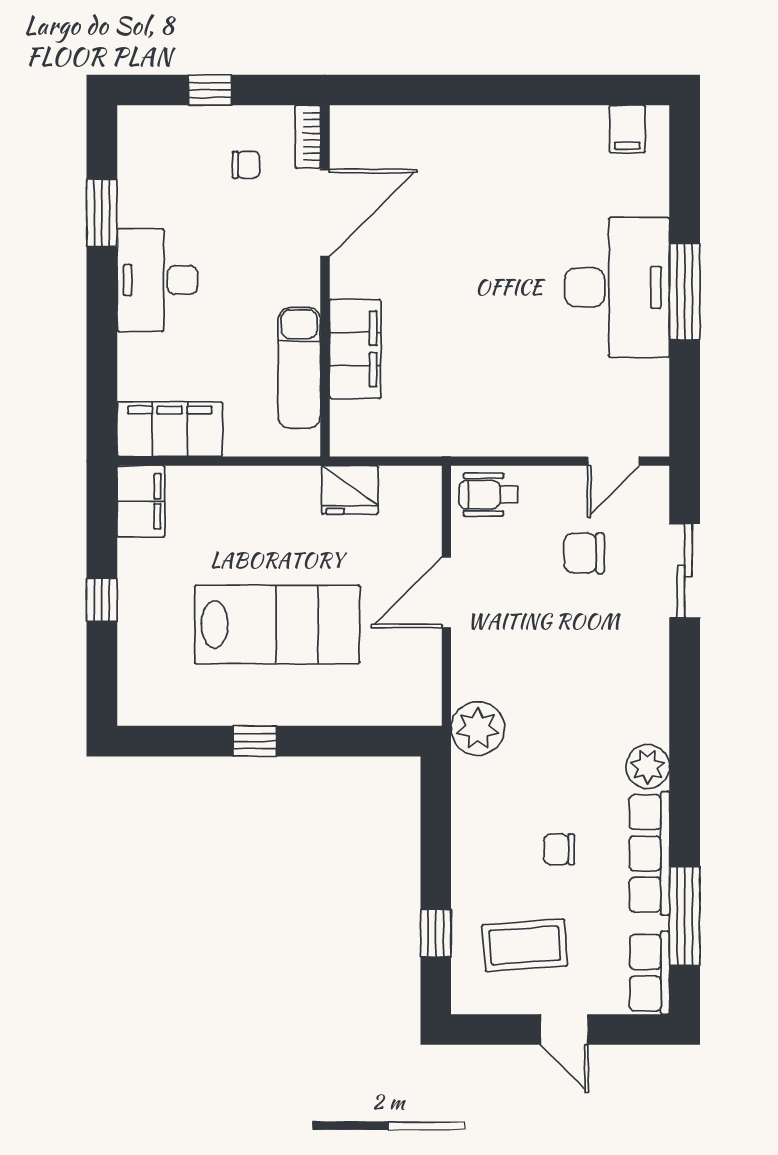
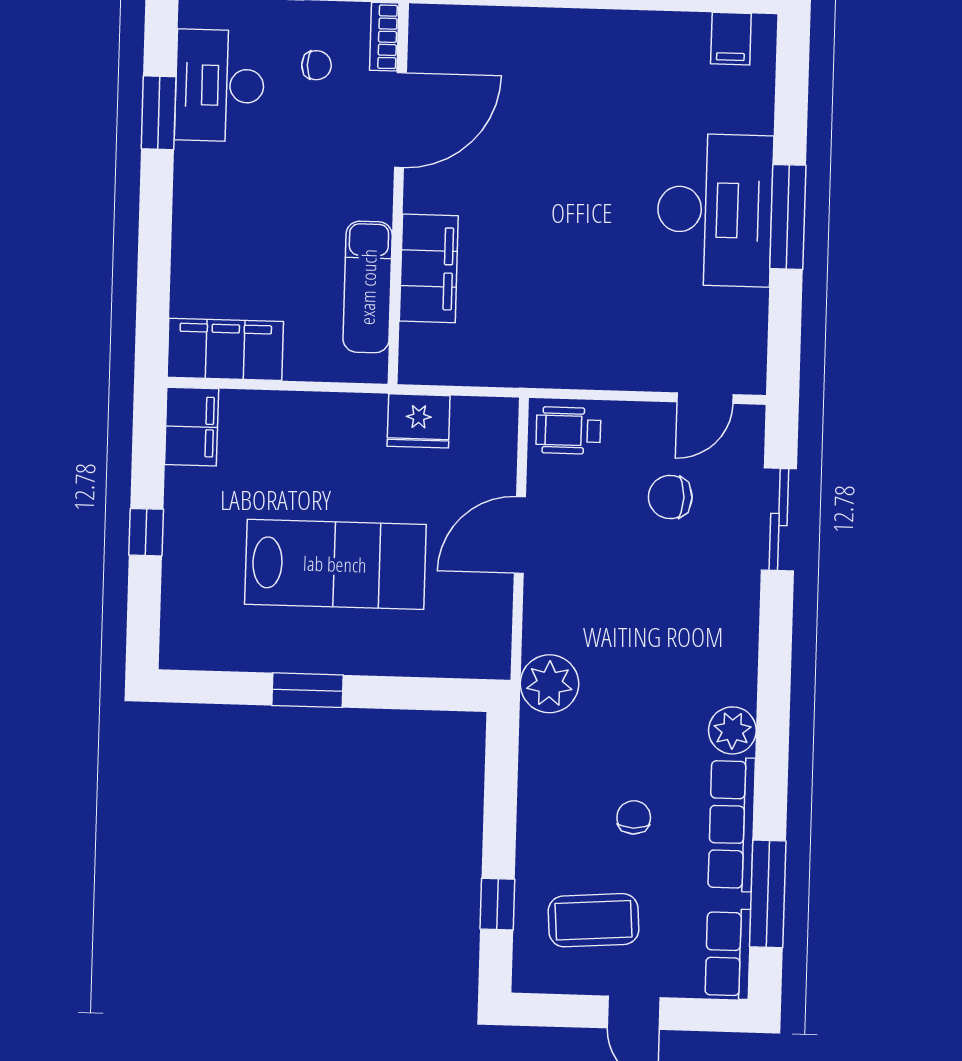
desk: (157, 280) -> (220, 85), moved
window: (255, 741) -> (308, 690), width x1.50
chair: (559, 849) -> (634, 817), turned 90

